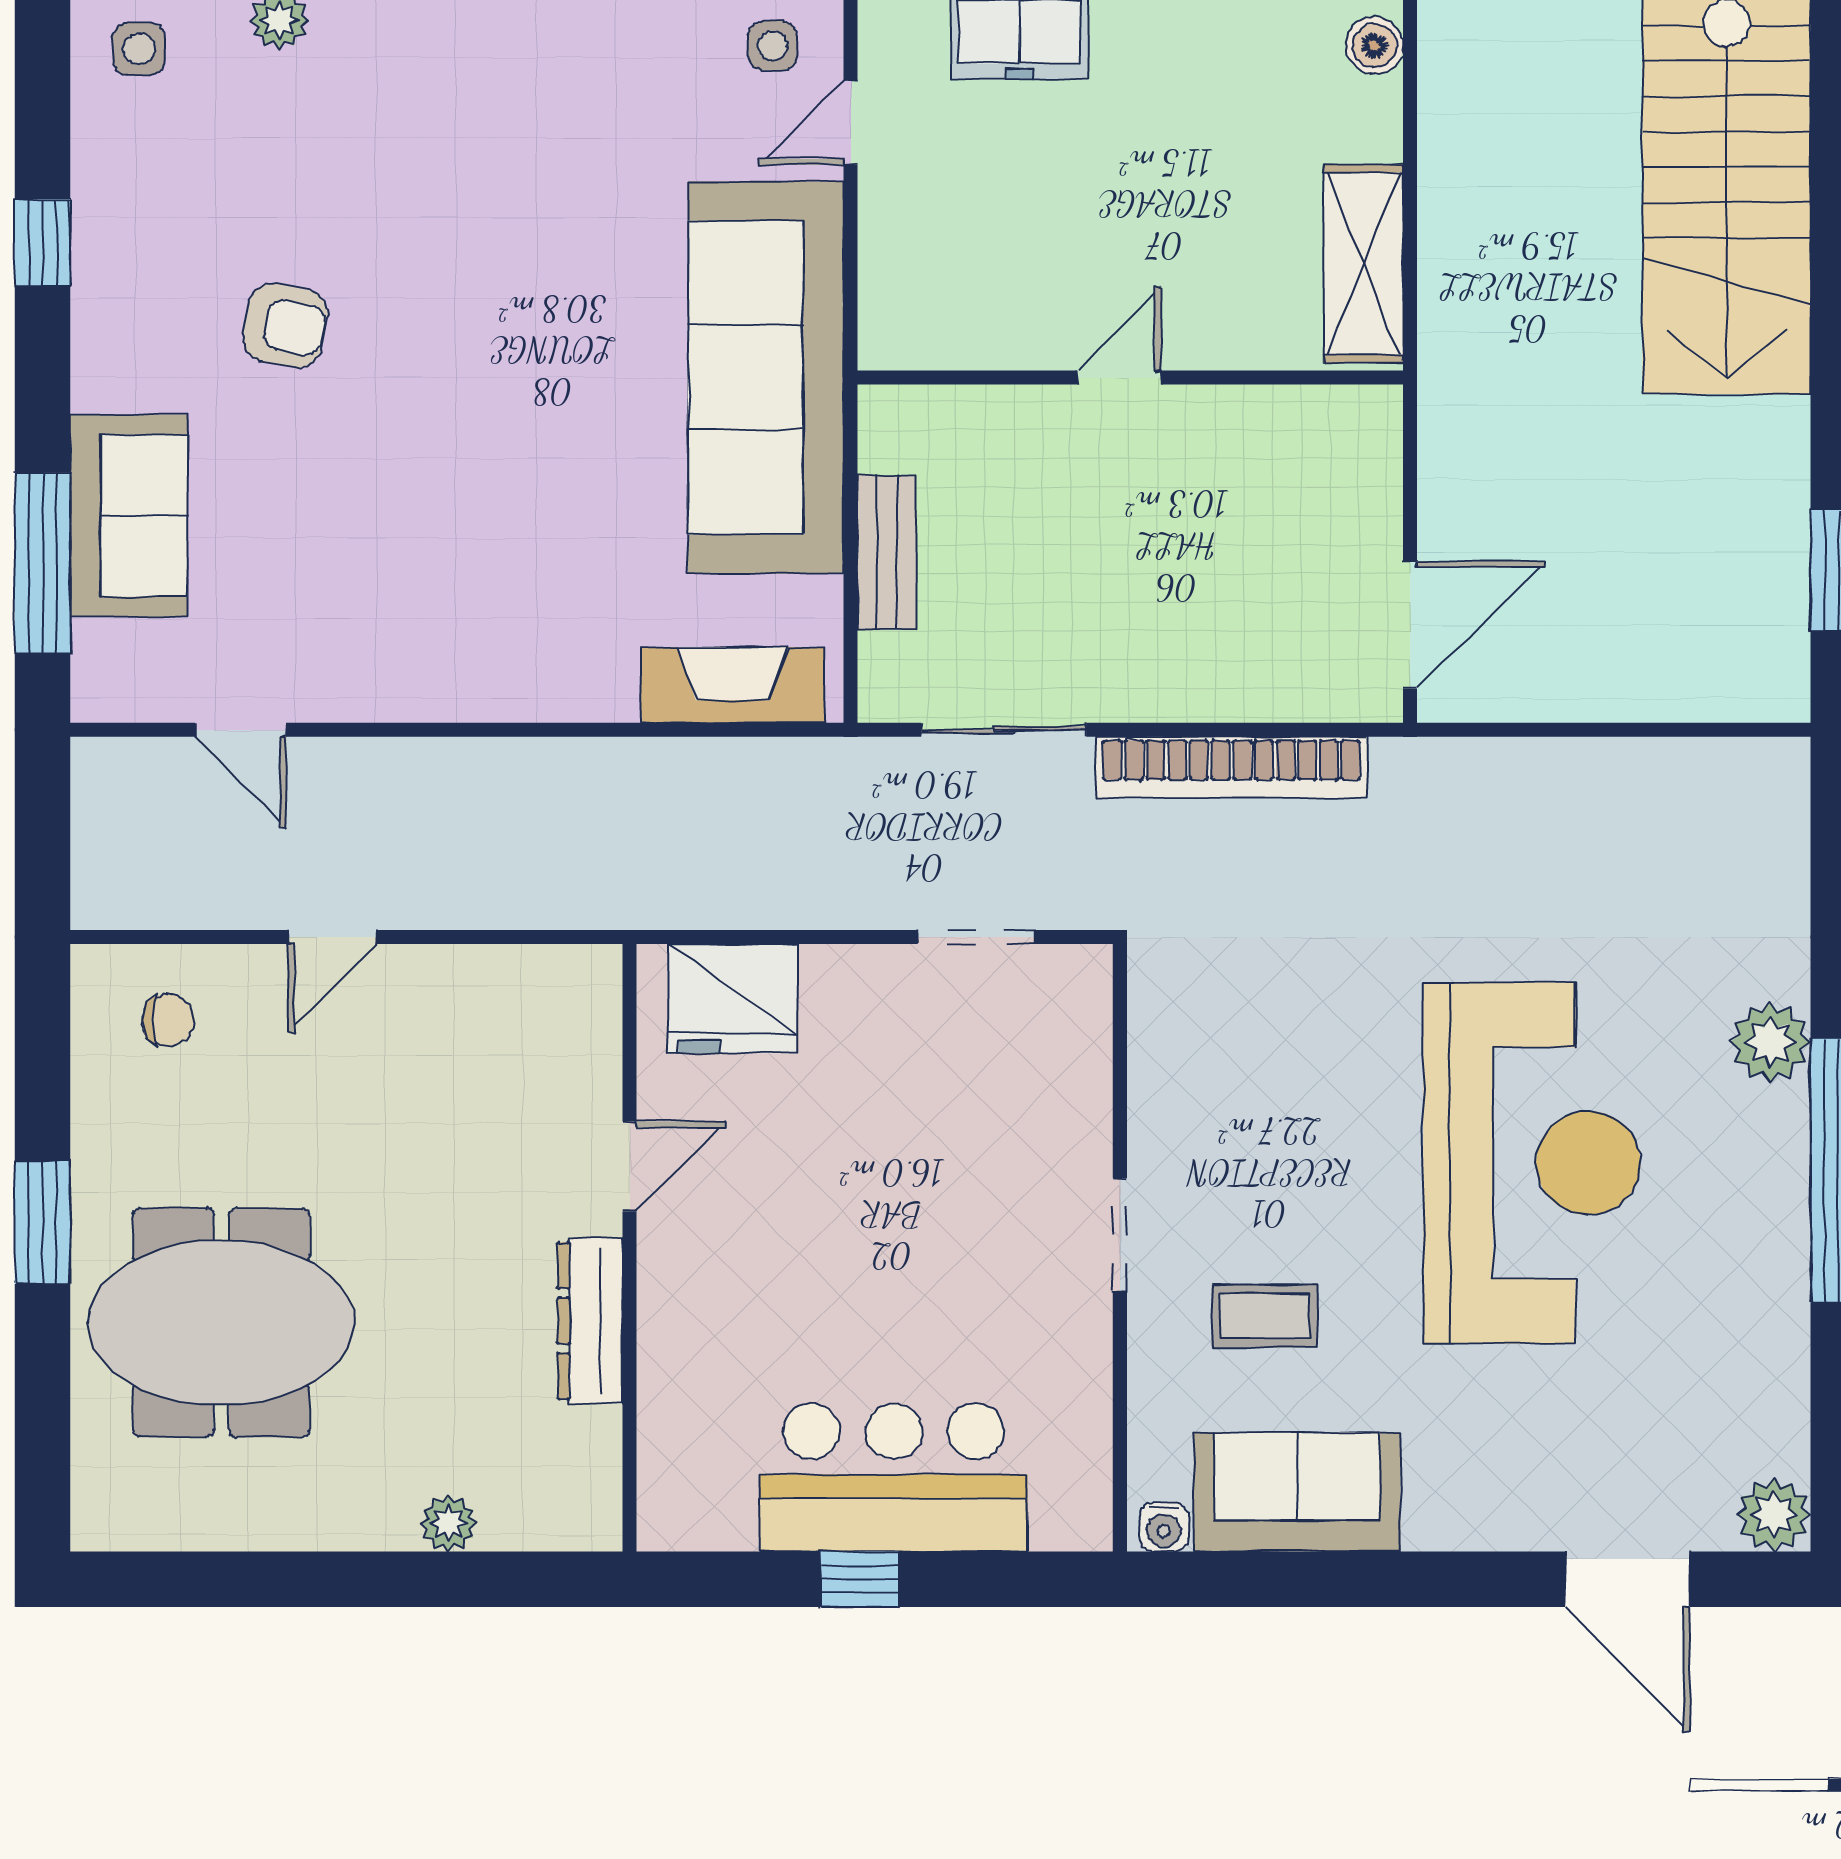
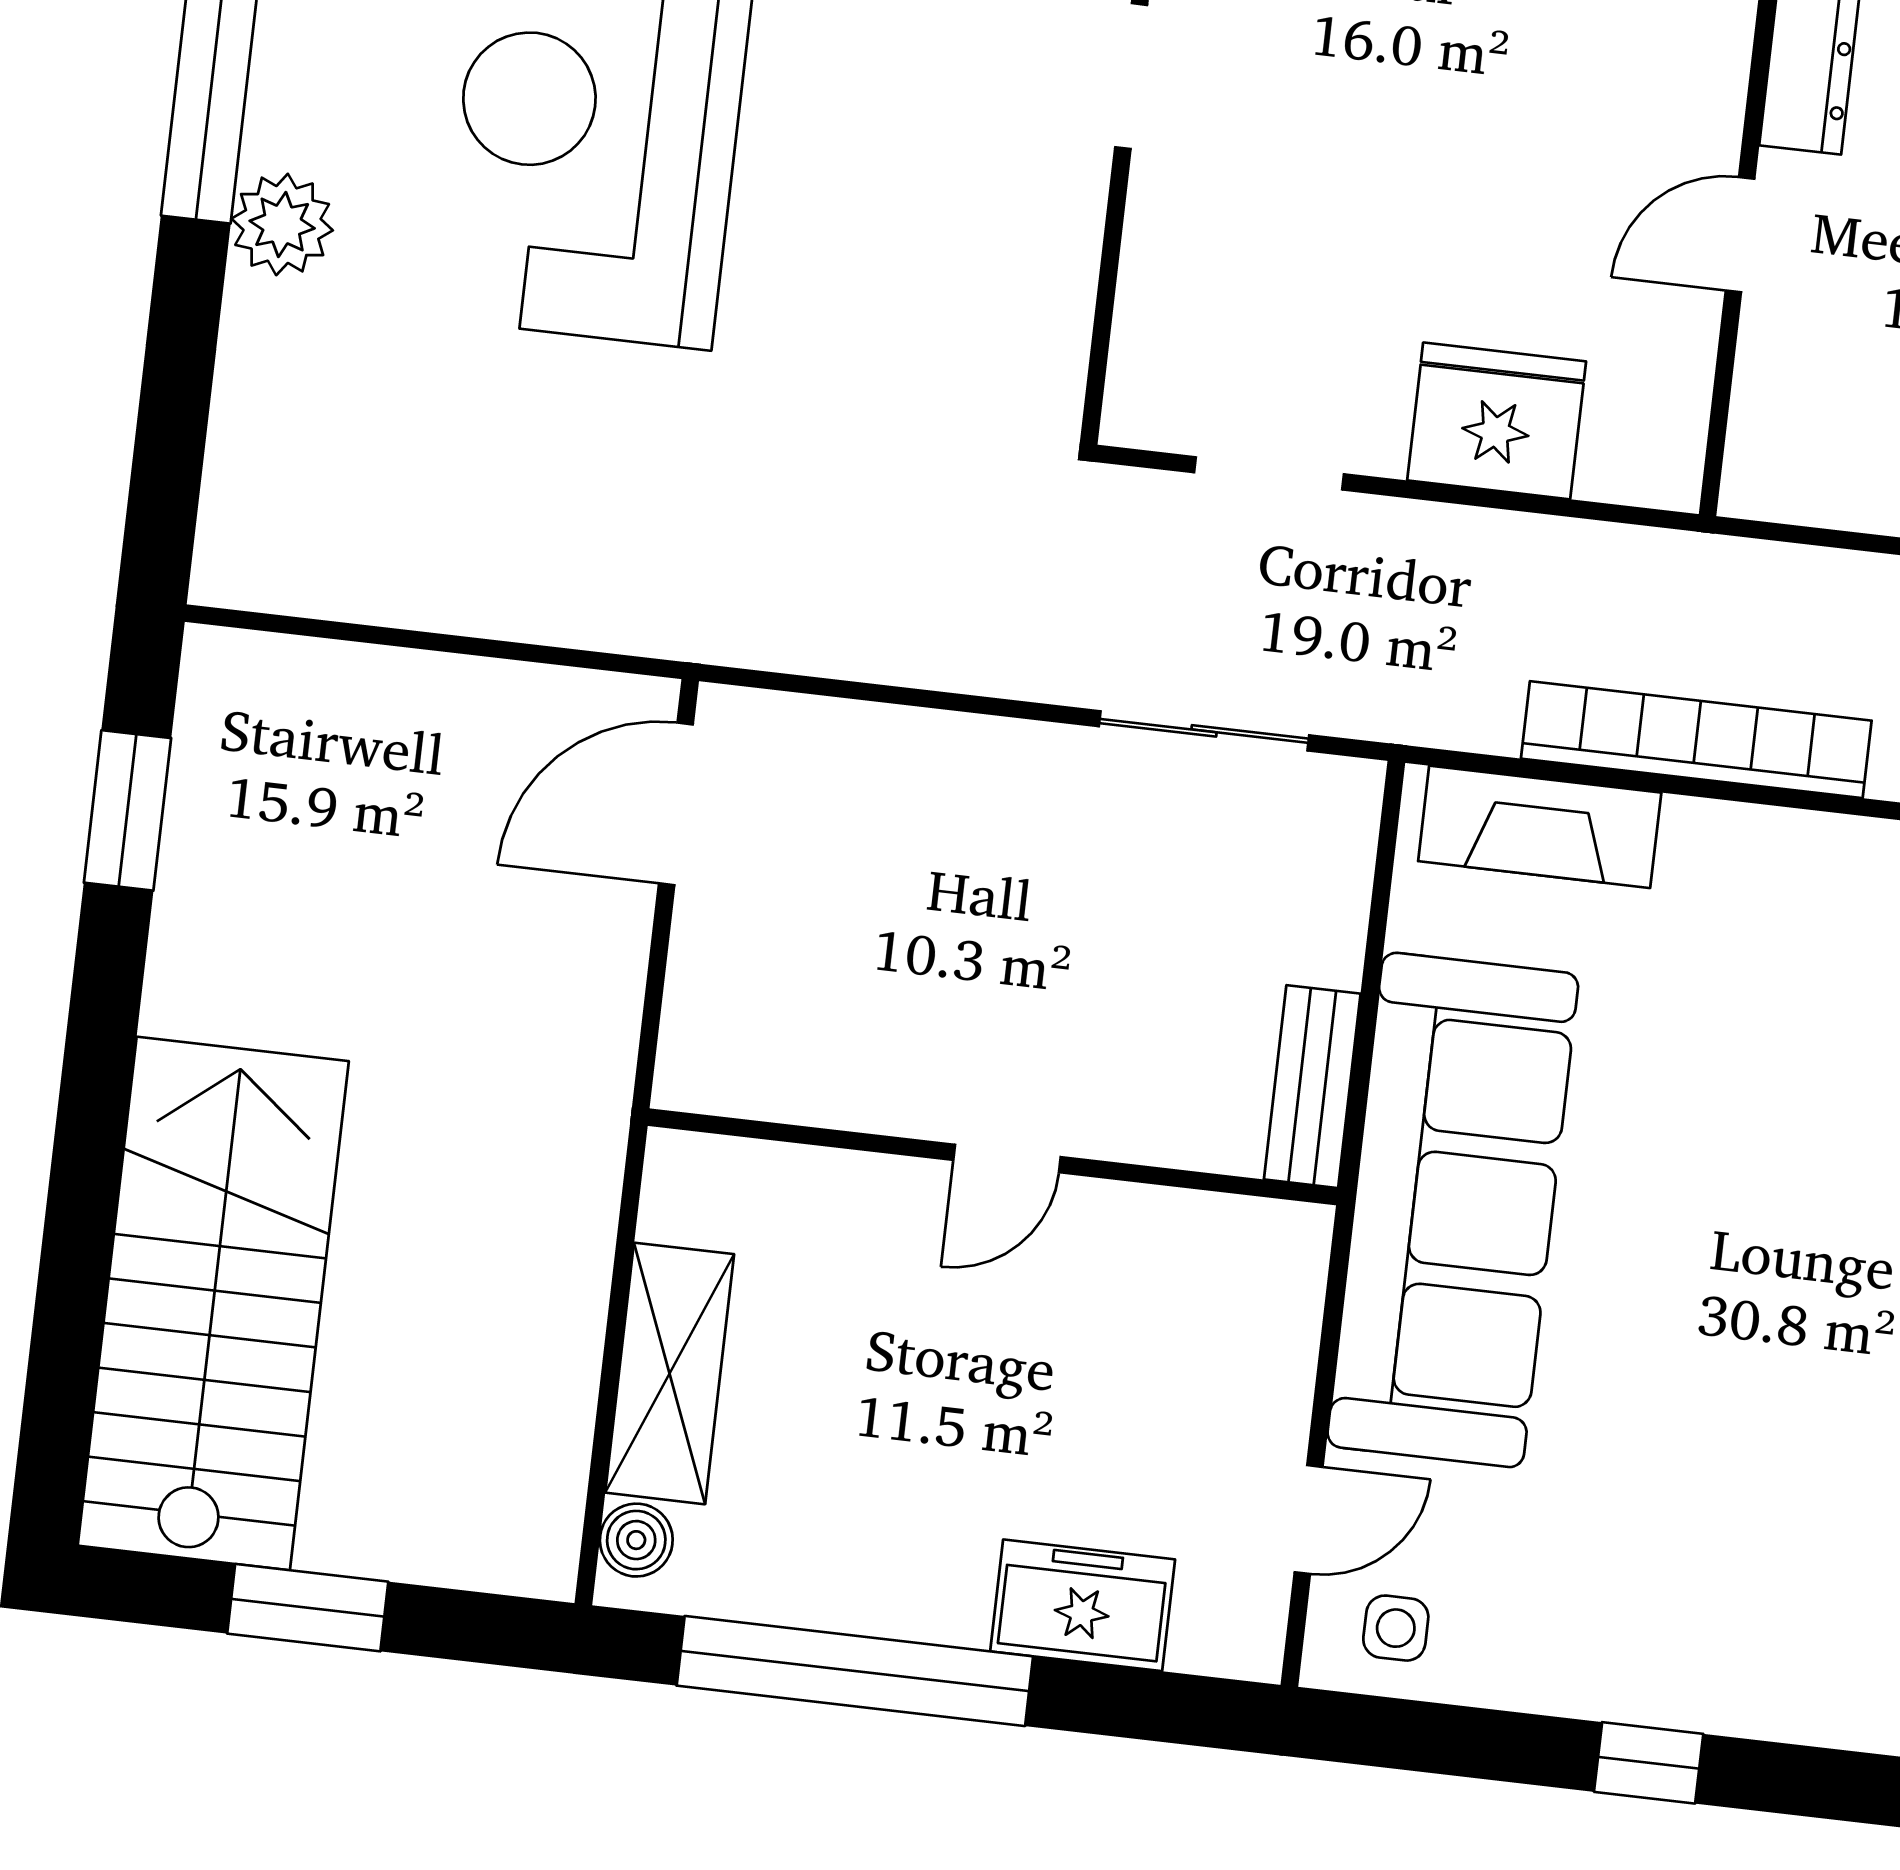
shelving: (1363, 264) -> (670, 1373), moved
bench: (887, 552) -> (1312, 1087), moved
bookcase: (1231, 767) -> (1696, 740), moved
fridge: (733, 999) -> (1497, 421), moved

